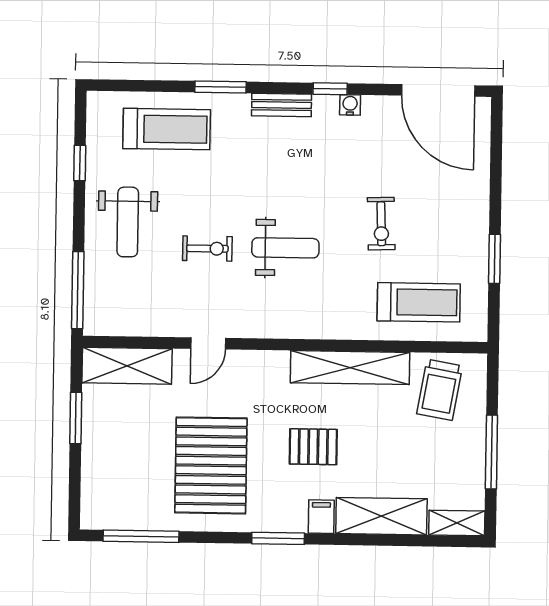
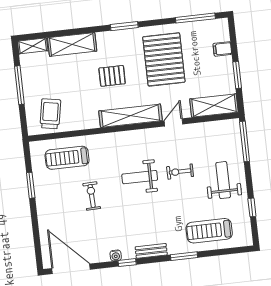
shelving: (350, 368) -> (131, 116), moved
filing cabinet: (321, 517) -> (222, 49), moved, turned 90

